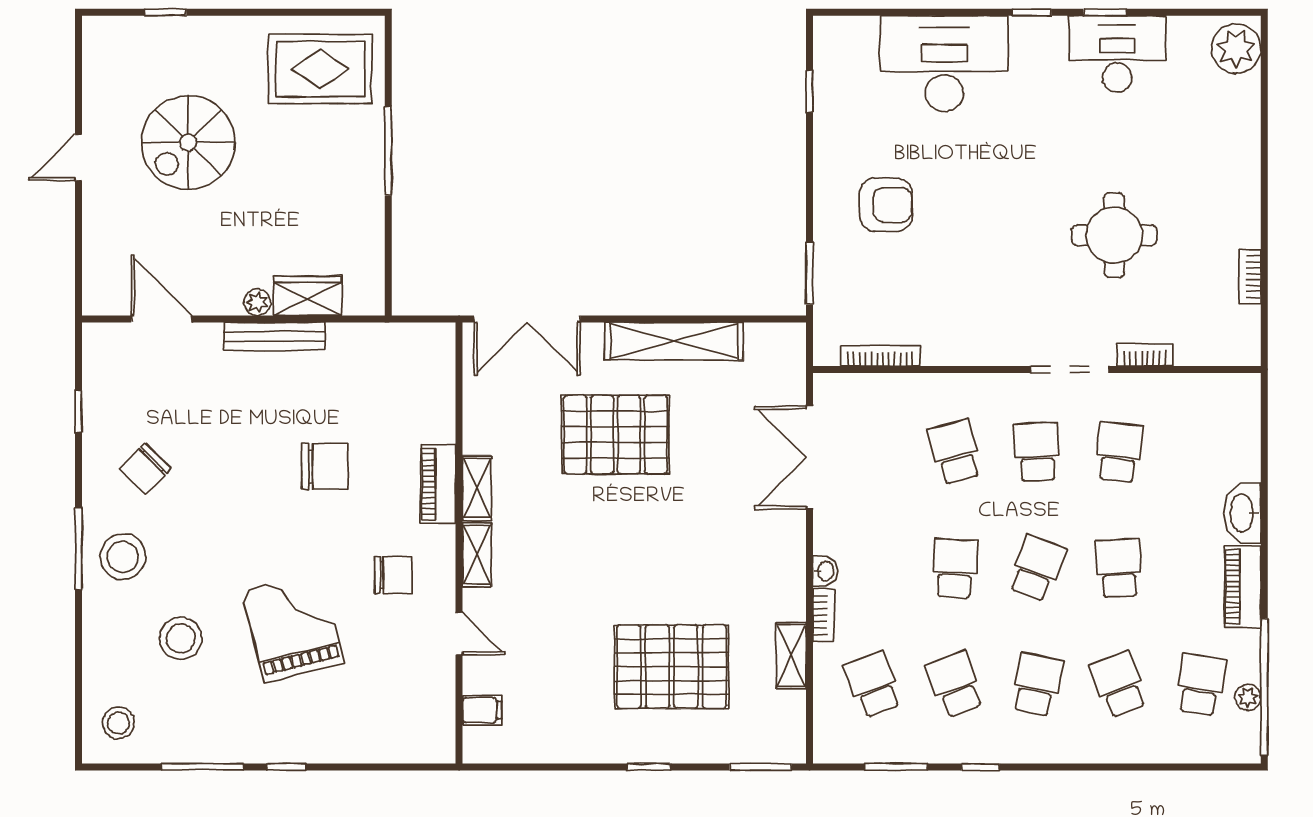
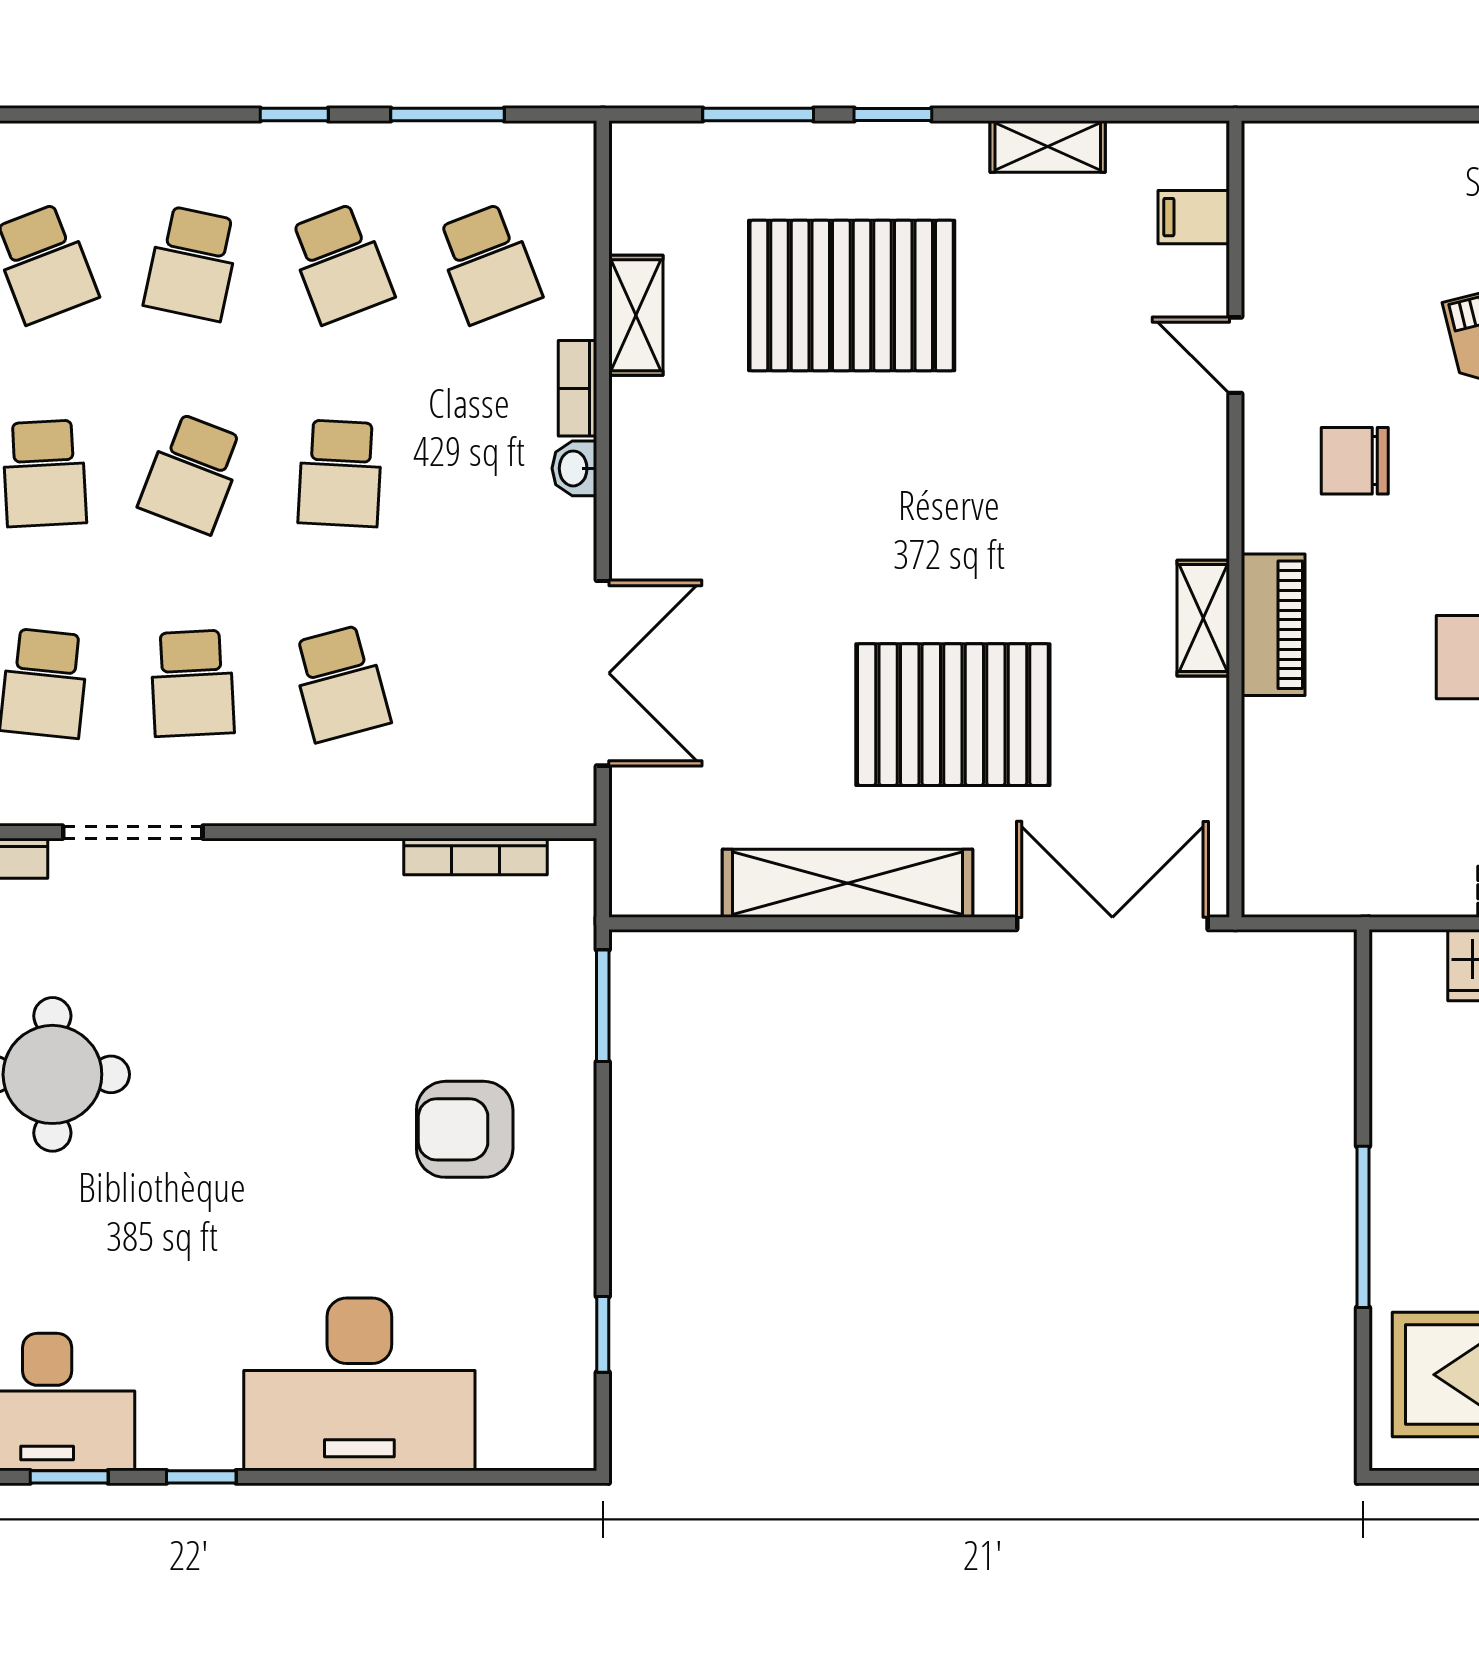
shelving: (477, 555) -> (1048, 146), moved, turned 90
window: (760, 767) -> (758, 114), moved

